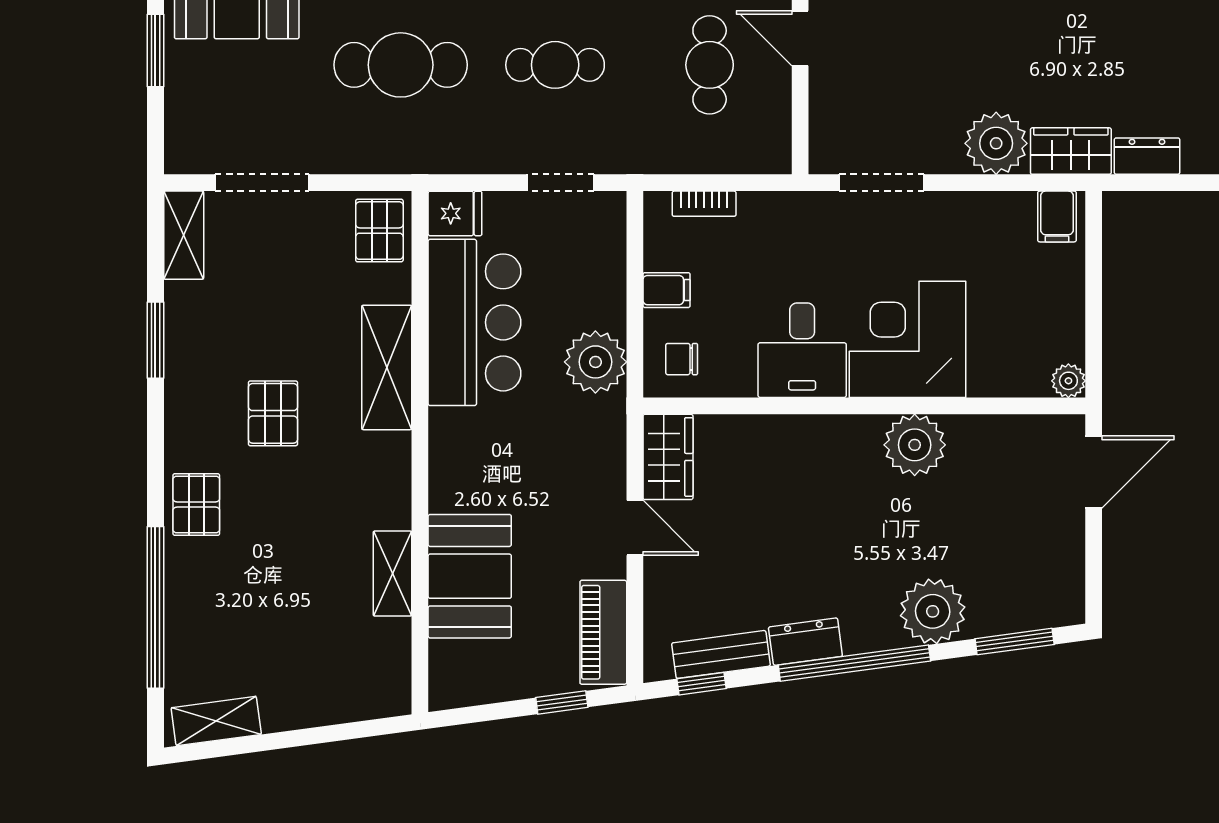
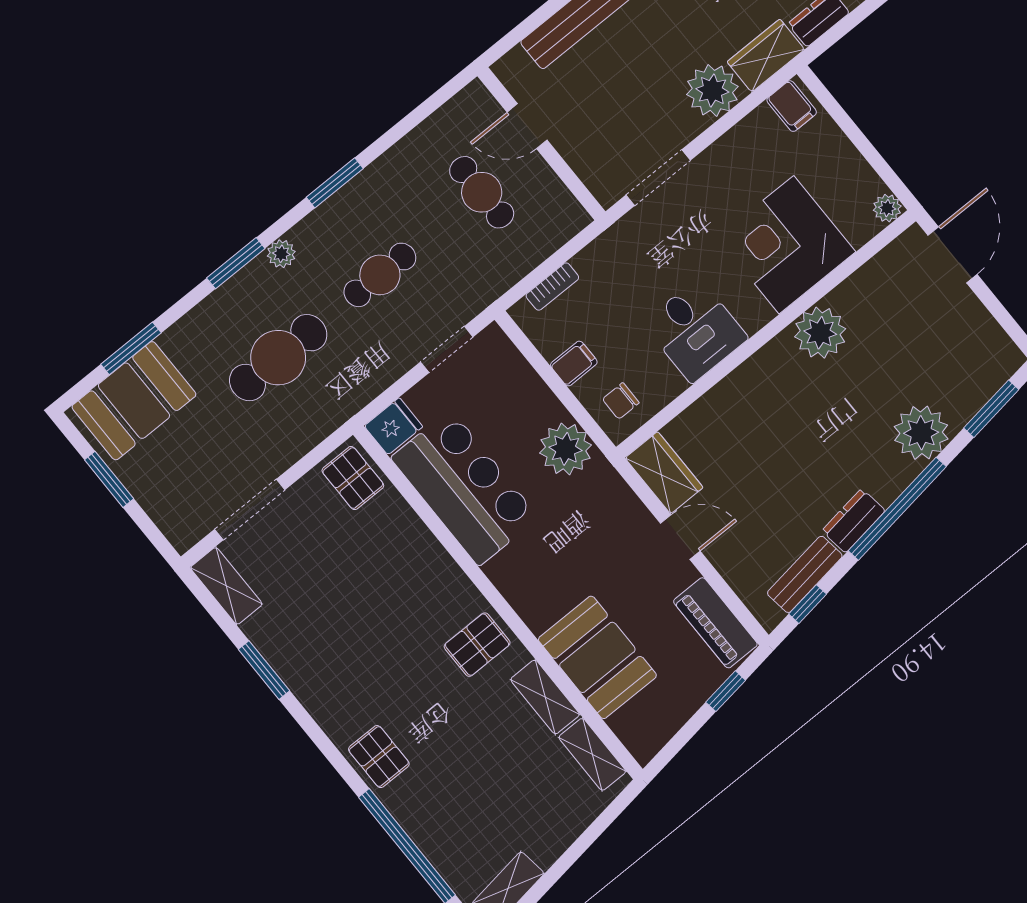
corner desk: (908, 339) -> (786, 245), moved
shelving: (387, 367) -> (592, 754), moved, width x0.67, depth x0.75
pallet: (273, 413) -> (477, 645), moved, turned 90

